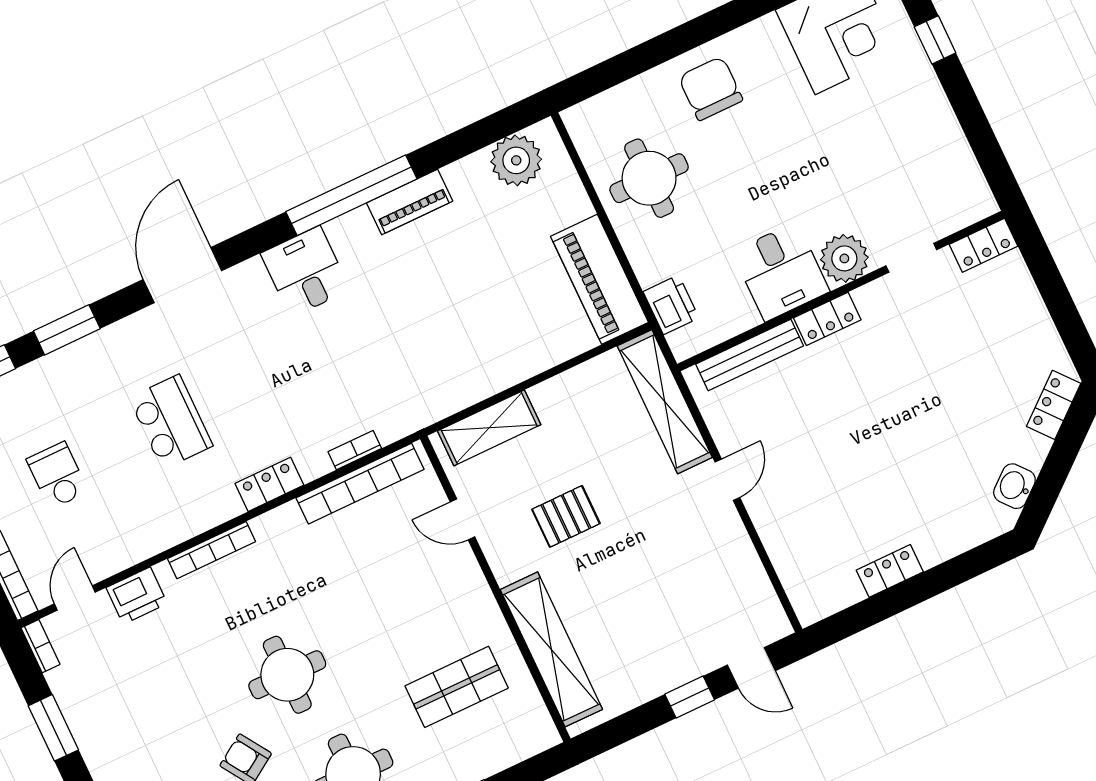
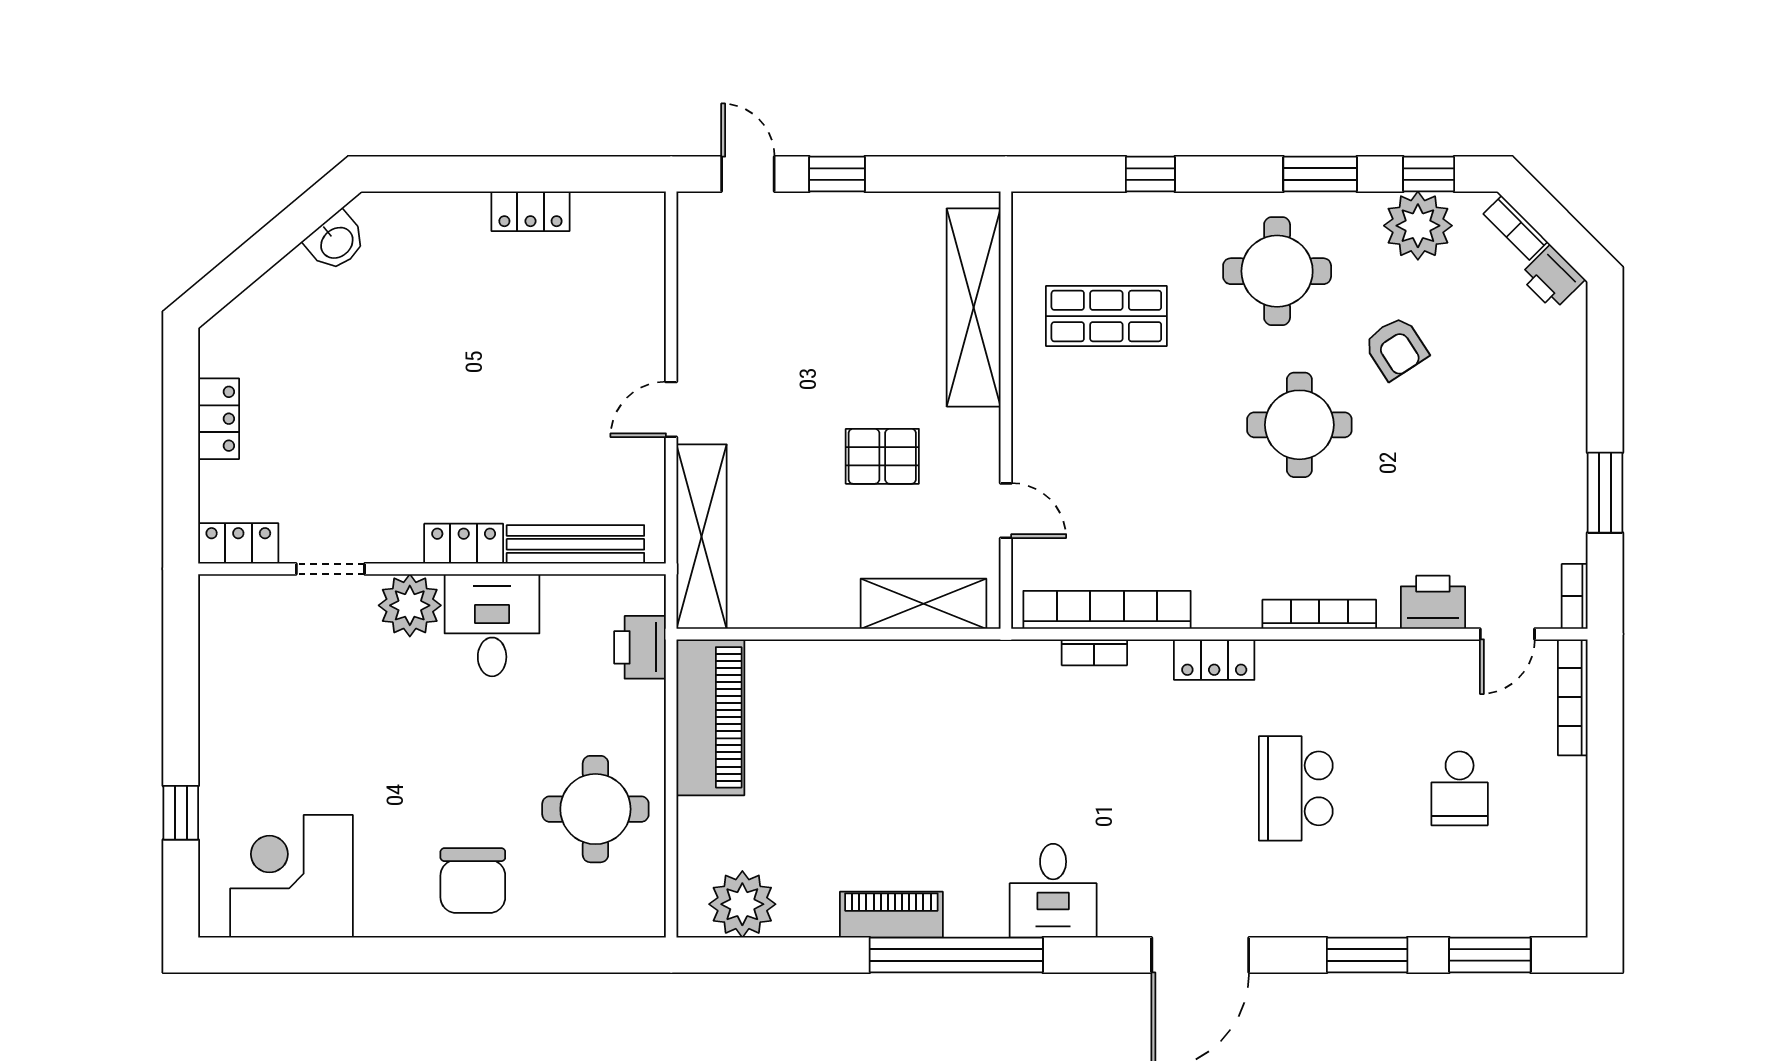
locker: (1054, 405) -> (219, 419), moved, turned -50

